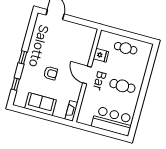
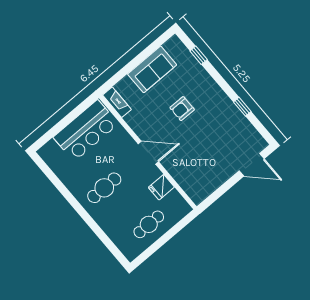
window: (23, 57) -> (242, 107), moved
bar counter: (113, 121) -> (86, 131), moved

